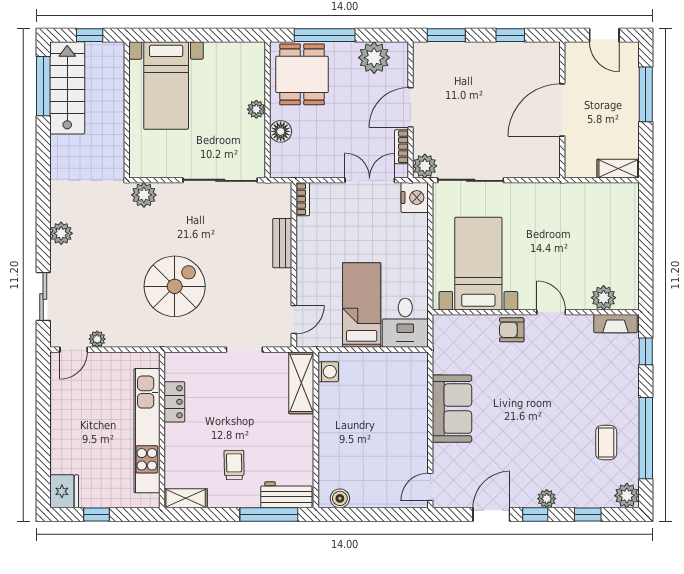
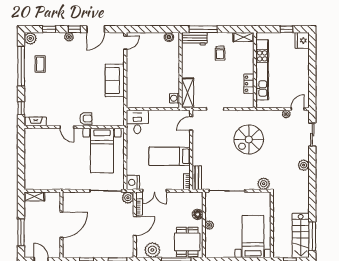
bench: (282, 243) -> (197, 178), moved
plant: (604, 298) -> (41, 134), removed
bed: (362, 305) -> (170, 156), moved, turned 90

